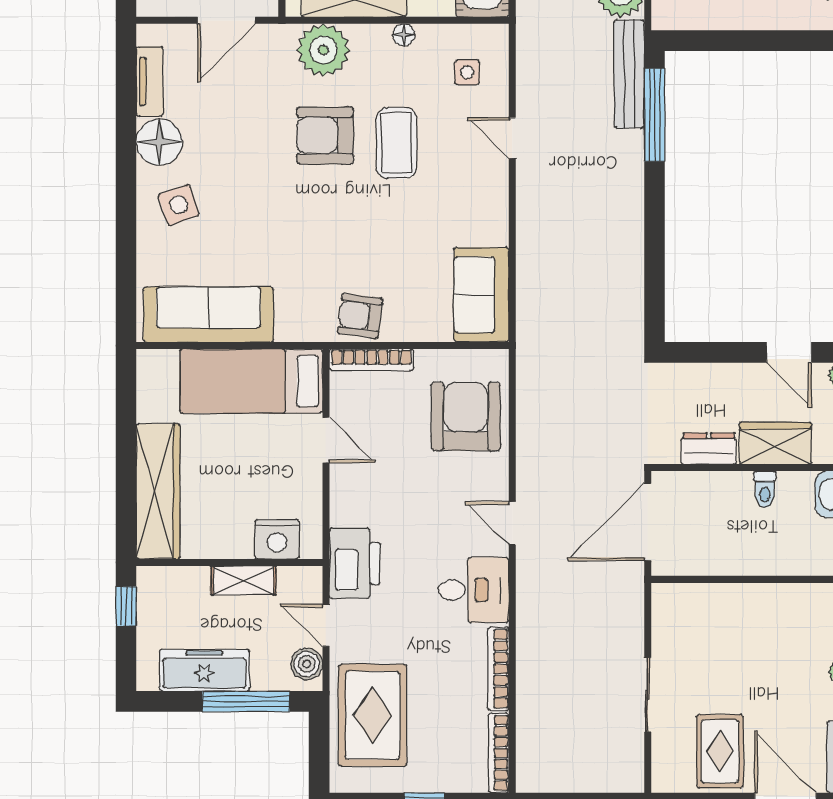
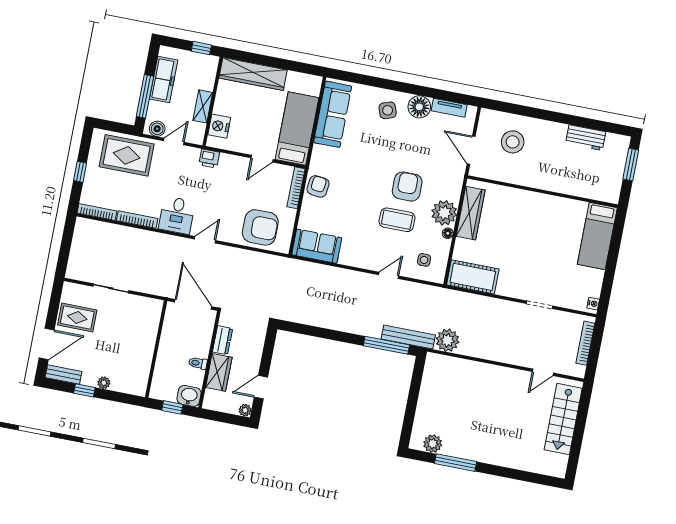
plant: (323, 50) -> (444, 213), moved
printer: (355, 563) -> (209, 159), width x0.53, depth x0.68

